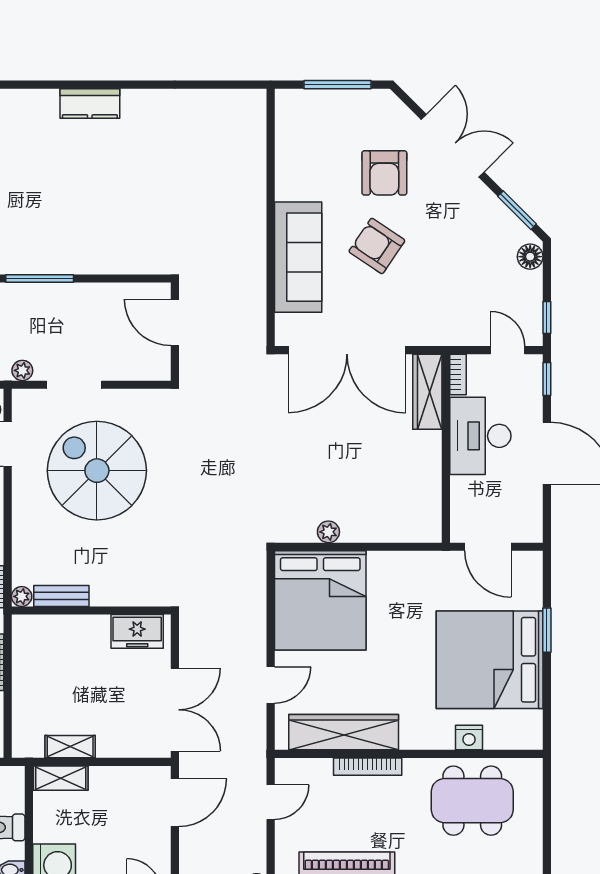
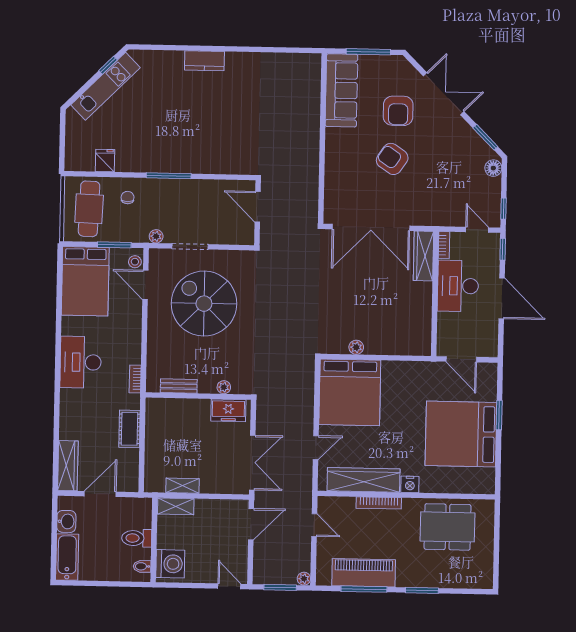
sofa: (298, 257) -> (341, 90), moved
plant: (22, 596) -> (224, 387), moved
nightstand: (469, 738) -> (410, 484), moved
door: (271, 802) -> (314, 525), hinge flipped

